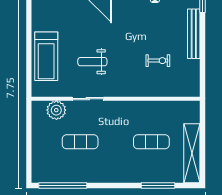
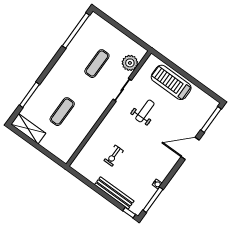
shelving: (192, 153) -> (28, 129), width x0.68

